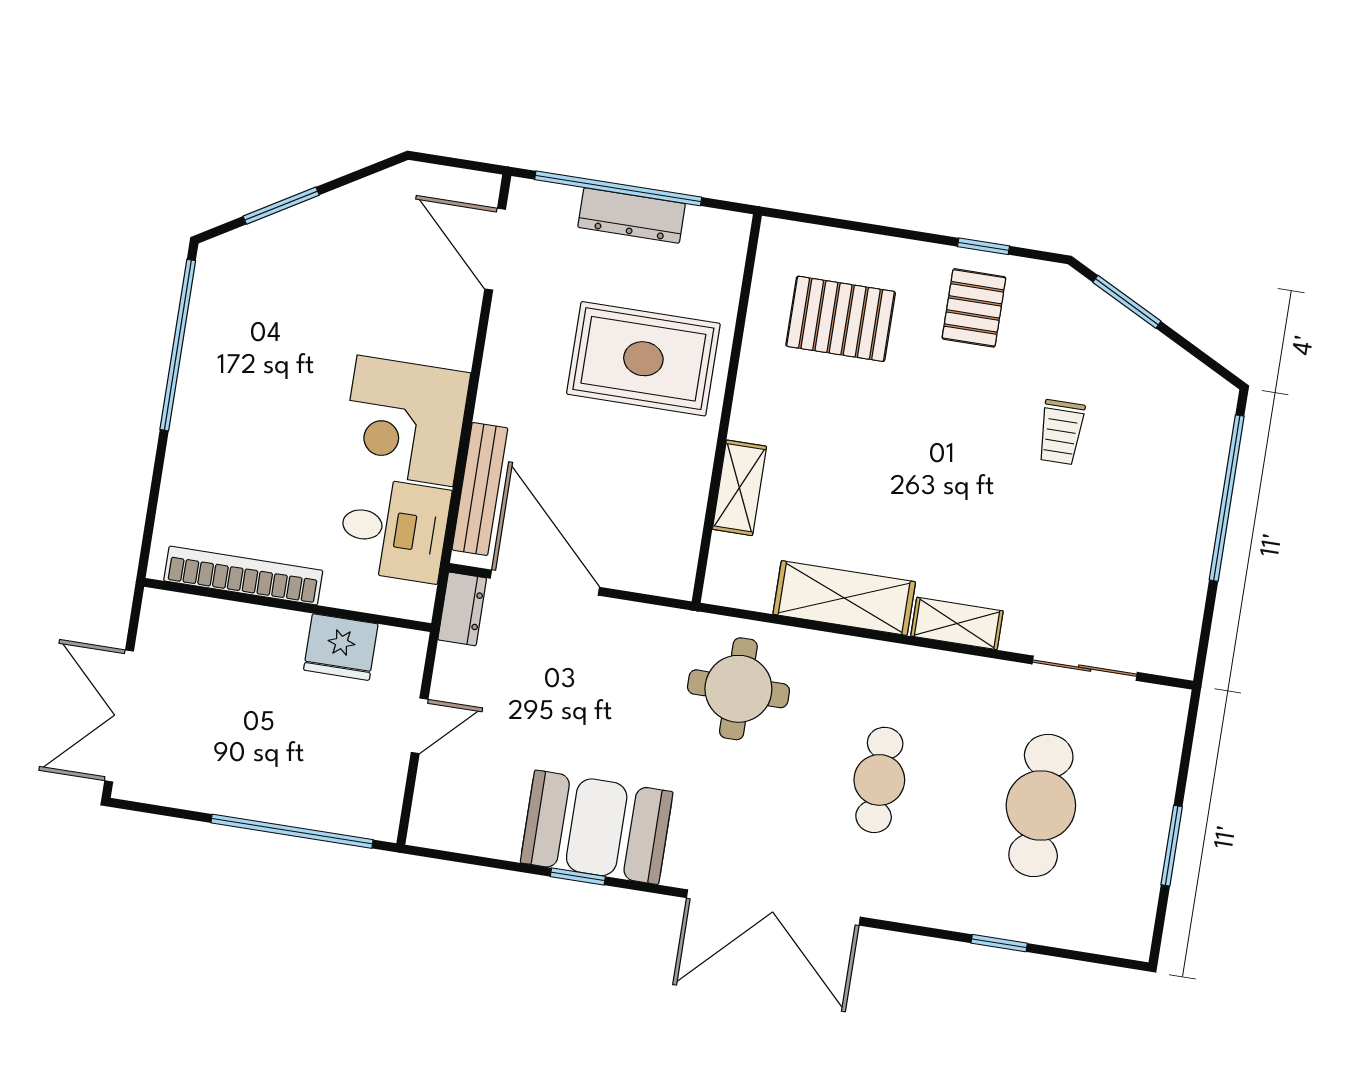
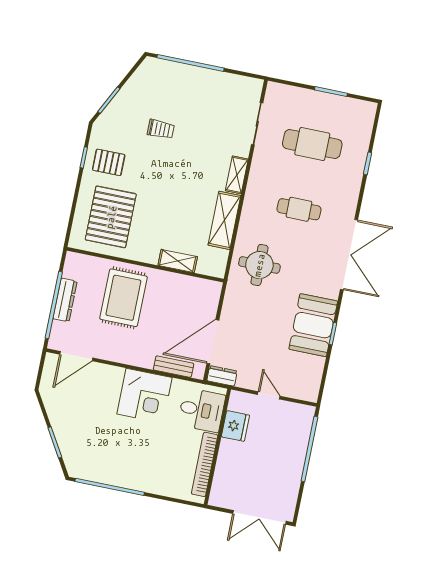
pallet: (841, 319) -> (111, 217), width x1.37, depth x1.41
bench: (480, 489) -> (174, 367), width x0.73
desk: (394, 529) -> (202, 410), moved, turned 90

